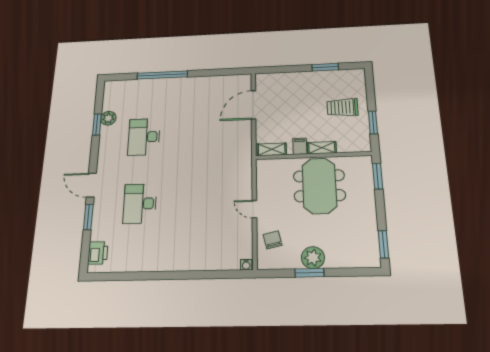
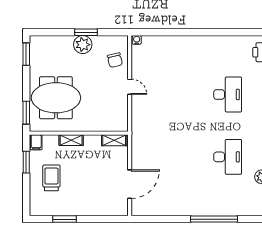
trolley: (342, 107) -> (51, 178), turned -90
filing cabinet: (300, 146) -> (36, 142), moved
meeting table: (319, 186) -> (56, 98), moved, turned 90

